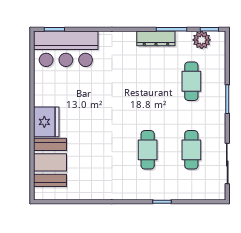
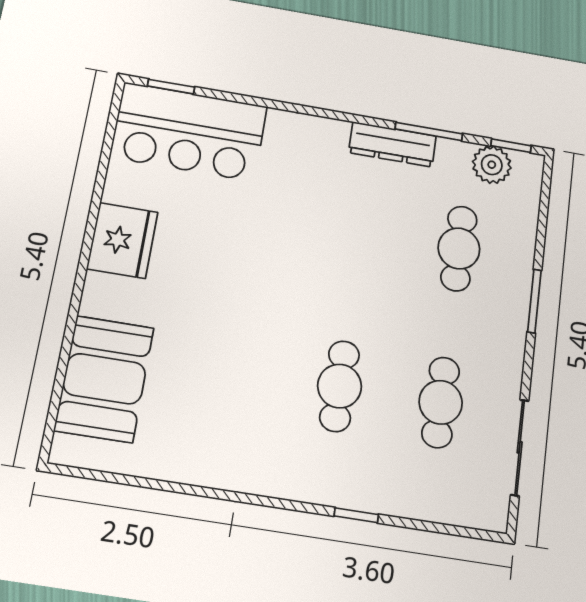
fridge: (46, 122) -> (122, 240), moved

